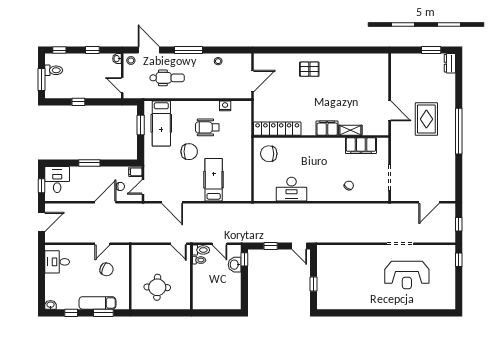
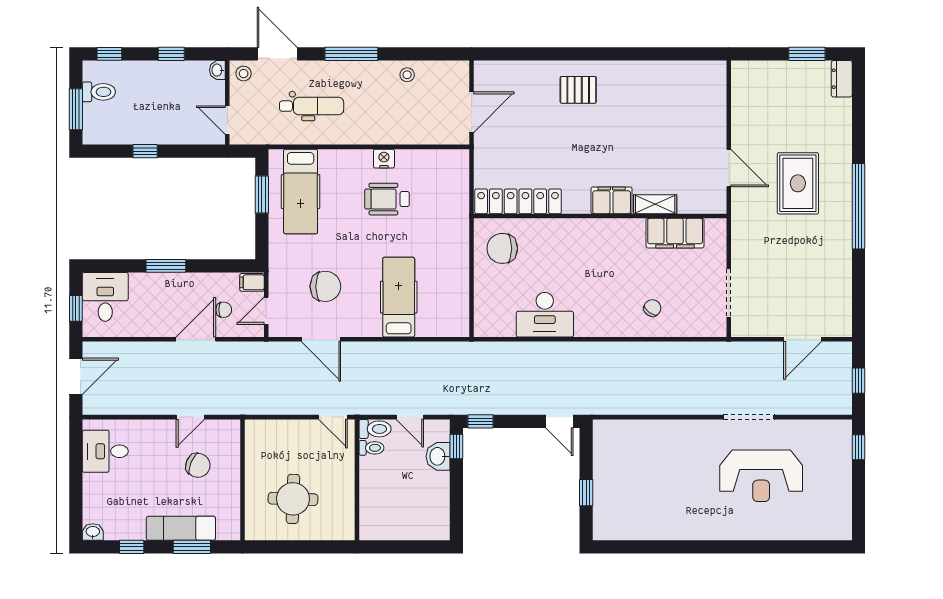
nightstand: (225, 106) -> (384, 159), moved
chair: (189, 152) -> (325, 286), moved
window: (271, 246) -> (480, 421), moved

